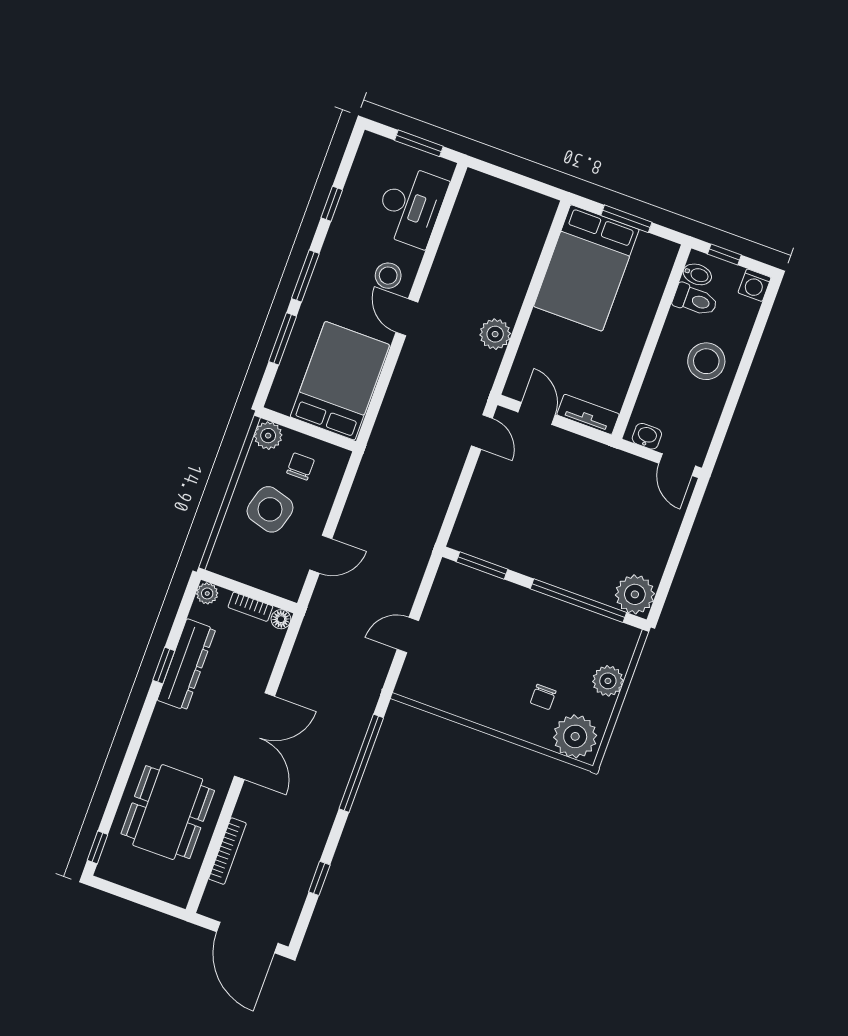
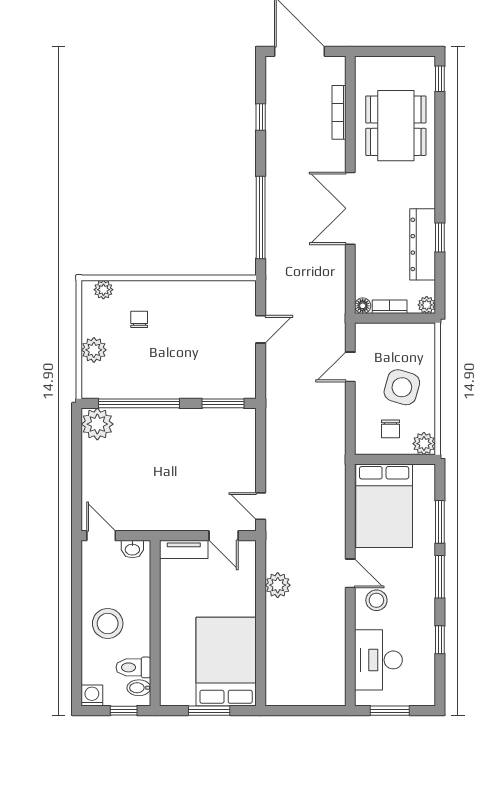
plant: (575, 736) -> (103, 290), width x0.53, depth x0.53

